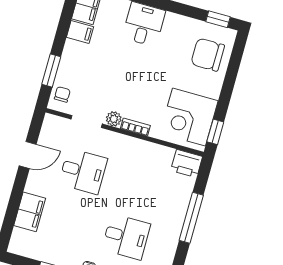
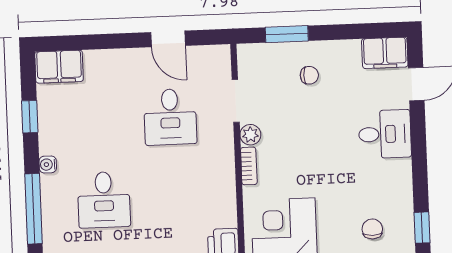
filing cabinet: (80, 32) -> (348, 55), removed
chair: (208, 55) -> (372, 229), width x0.54, depth x0.54
chair: (62, 94) -> (309, 75), moved
filing cabinet: (30, 212) -> (59, 67), moved

